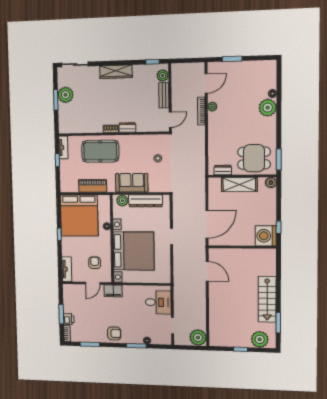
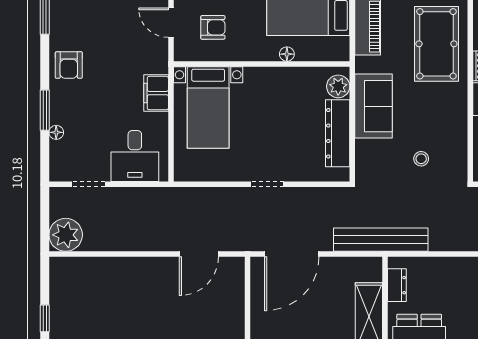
bench: (199, 179) -> (381, 240), added
door: (207, 224) -> (292, 254), hinge flipped
bed with nightstands: (134, 251) -> (208, 108), width x0.54
filing cabinet: (113, 291) -> (156, 93), moved

